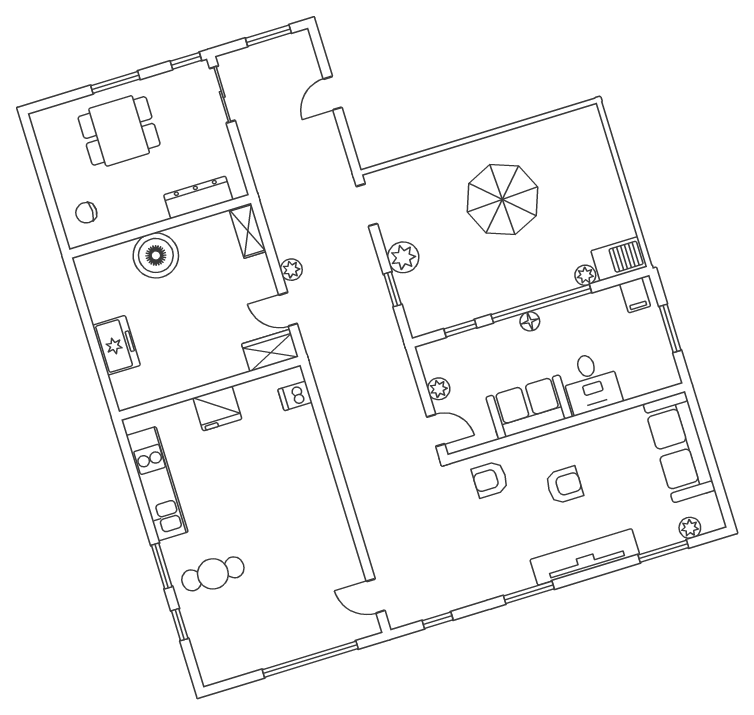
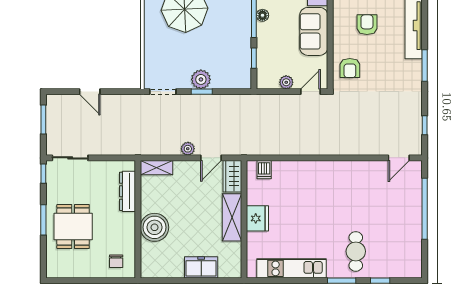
window: (393, 289) -> (202, 92), moved
shelving: (207, 369) -> (232, 217), added

